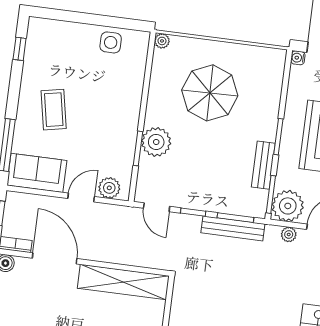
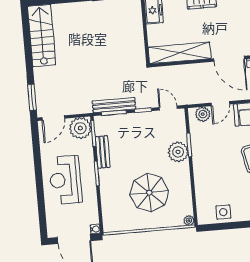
plant: (289, 234) -> (75, 109), removed

